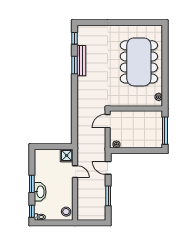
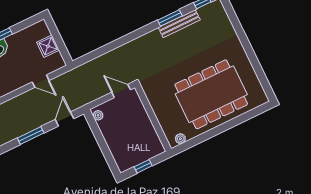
window: (165, 131) -> (143, 166), width x0.46
shower: (67, 156) -> (48, 46), moved
door: (75, 172) -> (41, 81), hinge flipped

